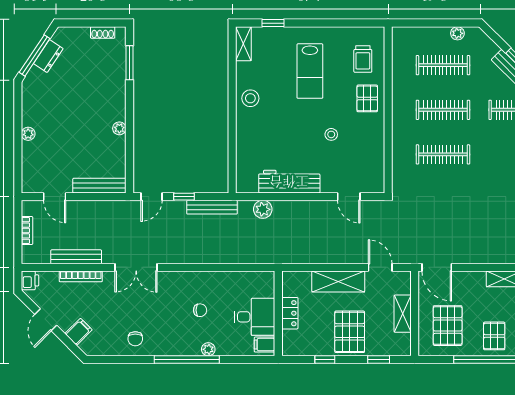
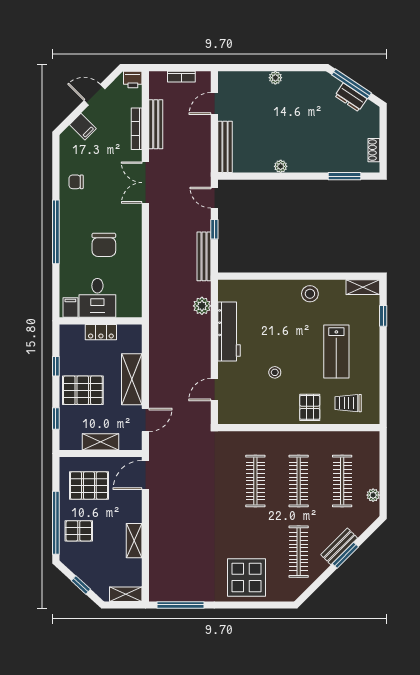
lab bench: (310, 71) -> (336, 352), turned -90
pallet: (367, 98) -> (310, 407), turned 90
chair: (200, 310) -> (104, 245), width x1.87, depth x1.87
plant: (208, 349) -> (66, 253), removed

